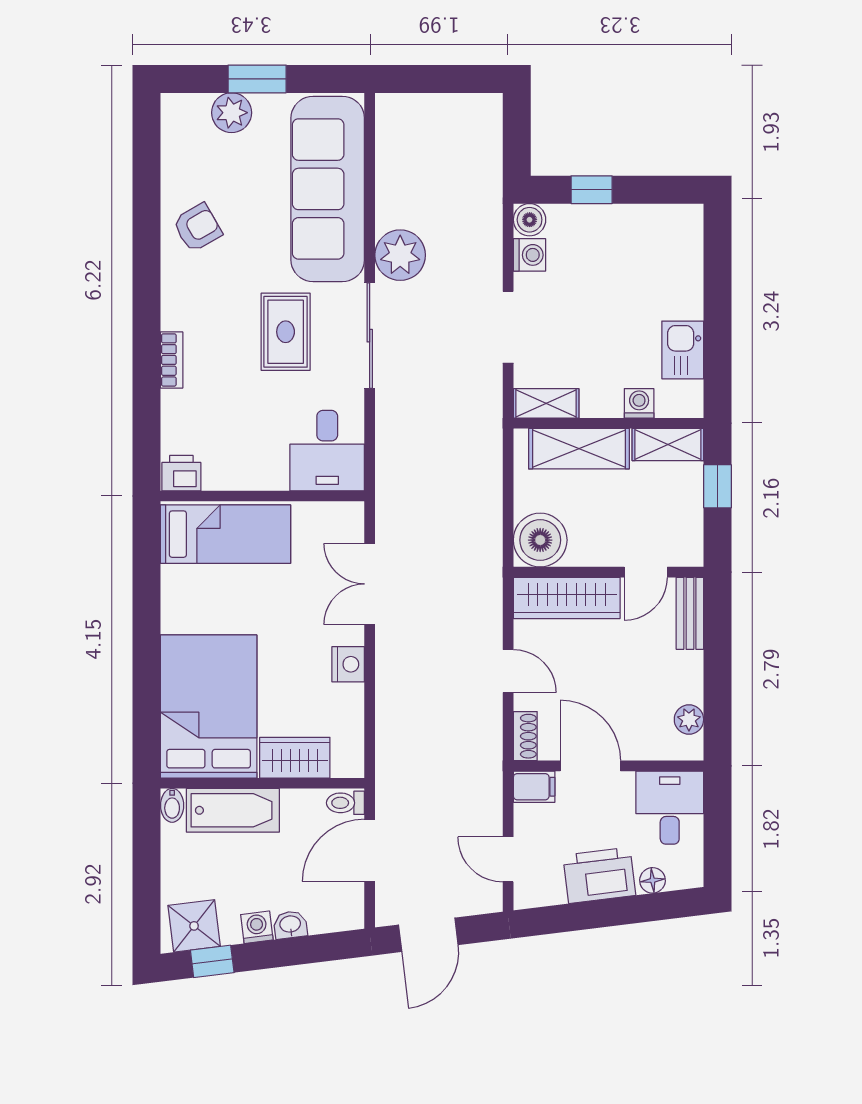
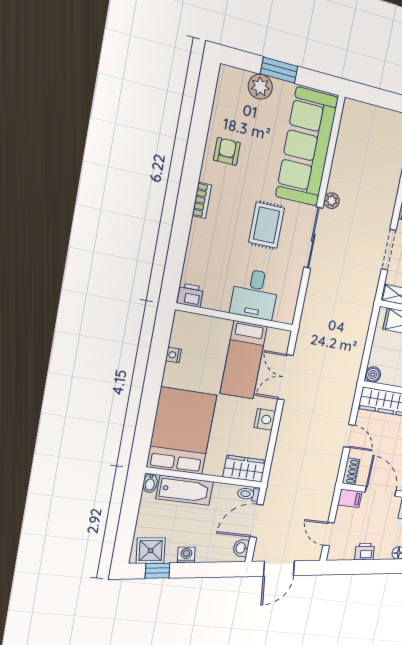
armchair: (197, 228) -> (227, 151), turned -60
plant: (400, 255) -> (332, 201), width x0.53, depth x0.53
bookcase: (172, 360) -> (202, 200), moved
desk: (327, 451) -> (255, 294), moved
bed: (225, 534) -> (244, 360), moved, turned 90
boiler: (540, 540) -> (373, 375), width x0.54, depth x0.54
nightstand: (172, 578) -> (173, 355), added
wardrobe: (295, 758) -> (244, 469), moved
printer: (599, 875) -> (365, 552), width x0.53, depth x0.68
washbasin: (290, 925) -> (241, 548), moved, turned -83

